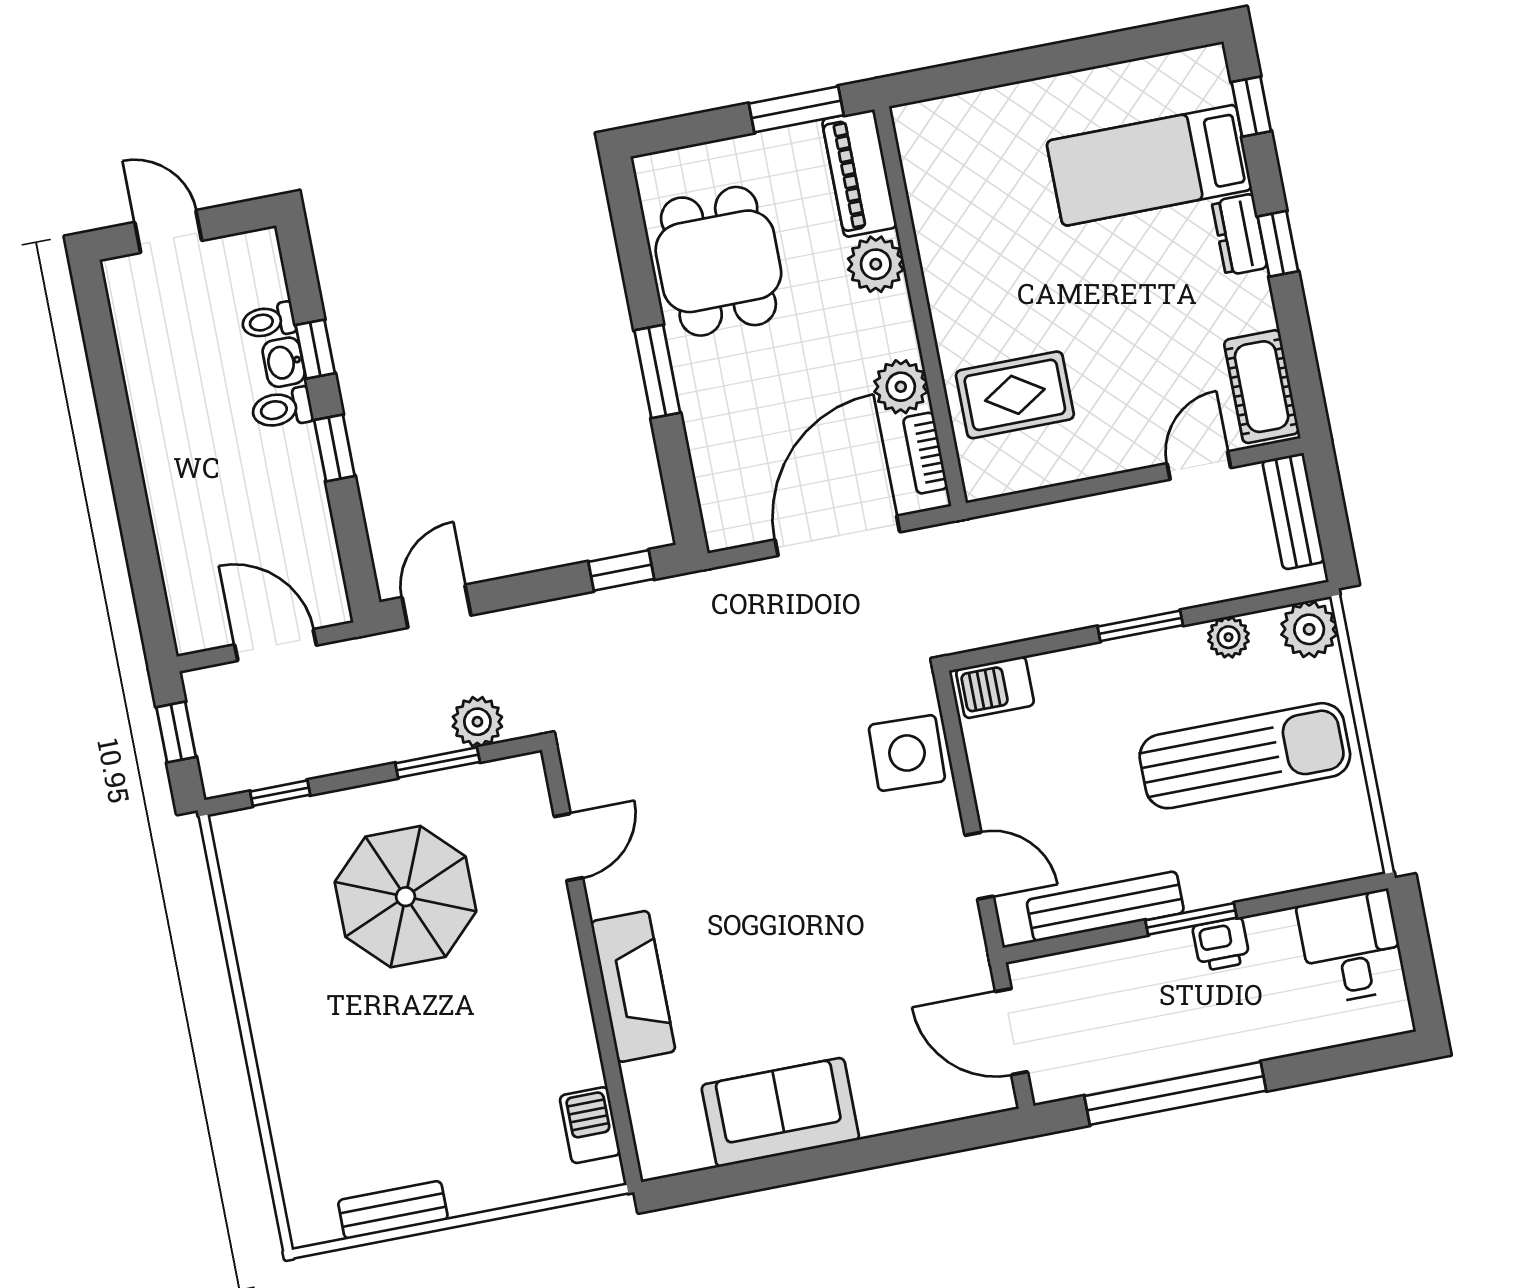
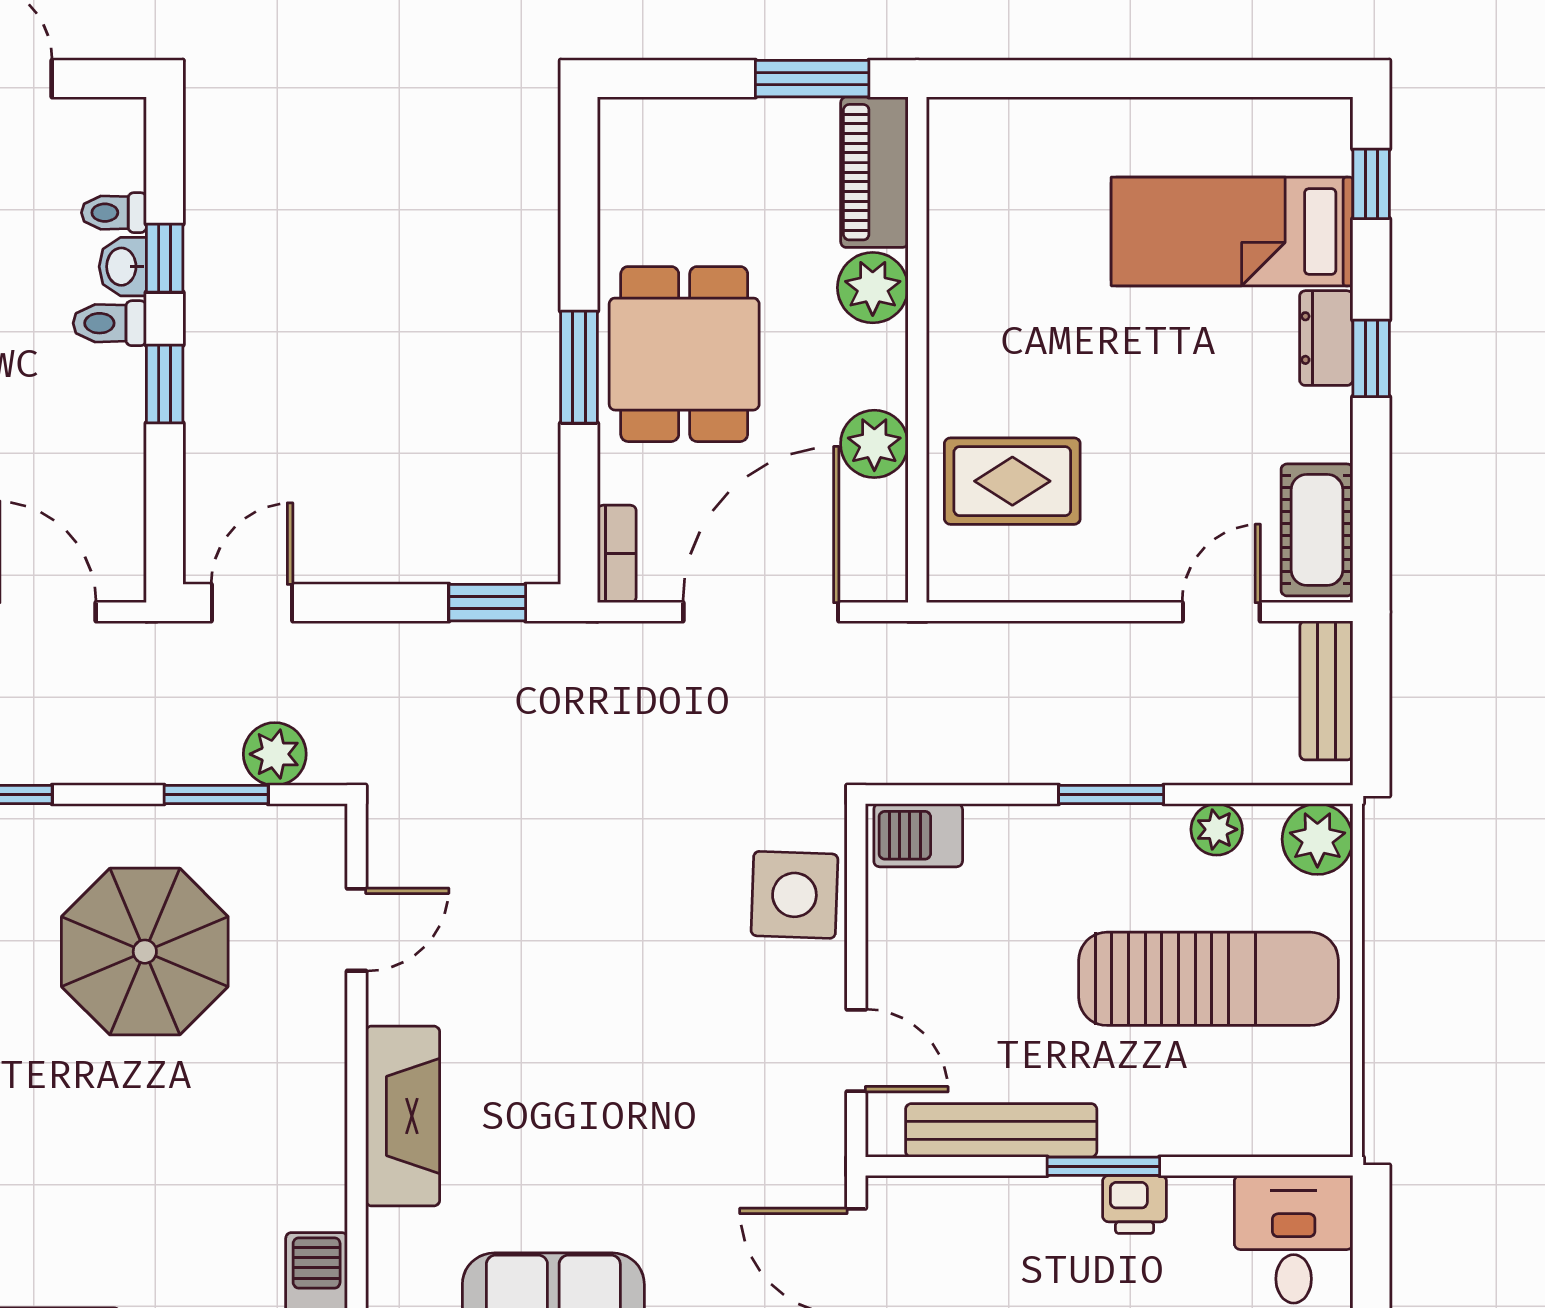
dining table: (718, 261) -> (684, 354), moved
bookcase: (925, 453) -> (617, 554), moved, turned 180

